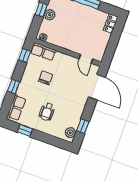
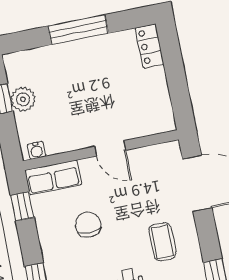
door: (86, 59) -> (110, 148), moved
coffee table: (70, 102) -> (162, 242), added

